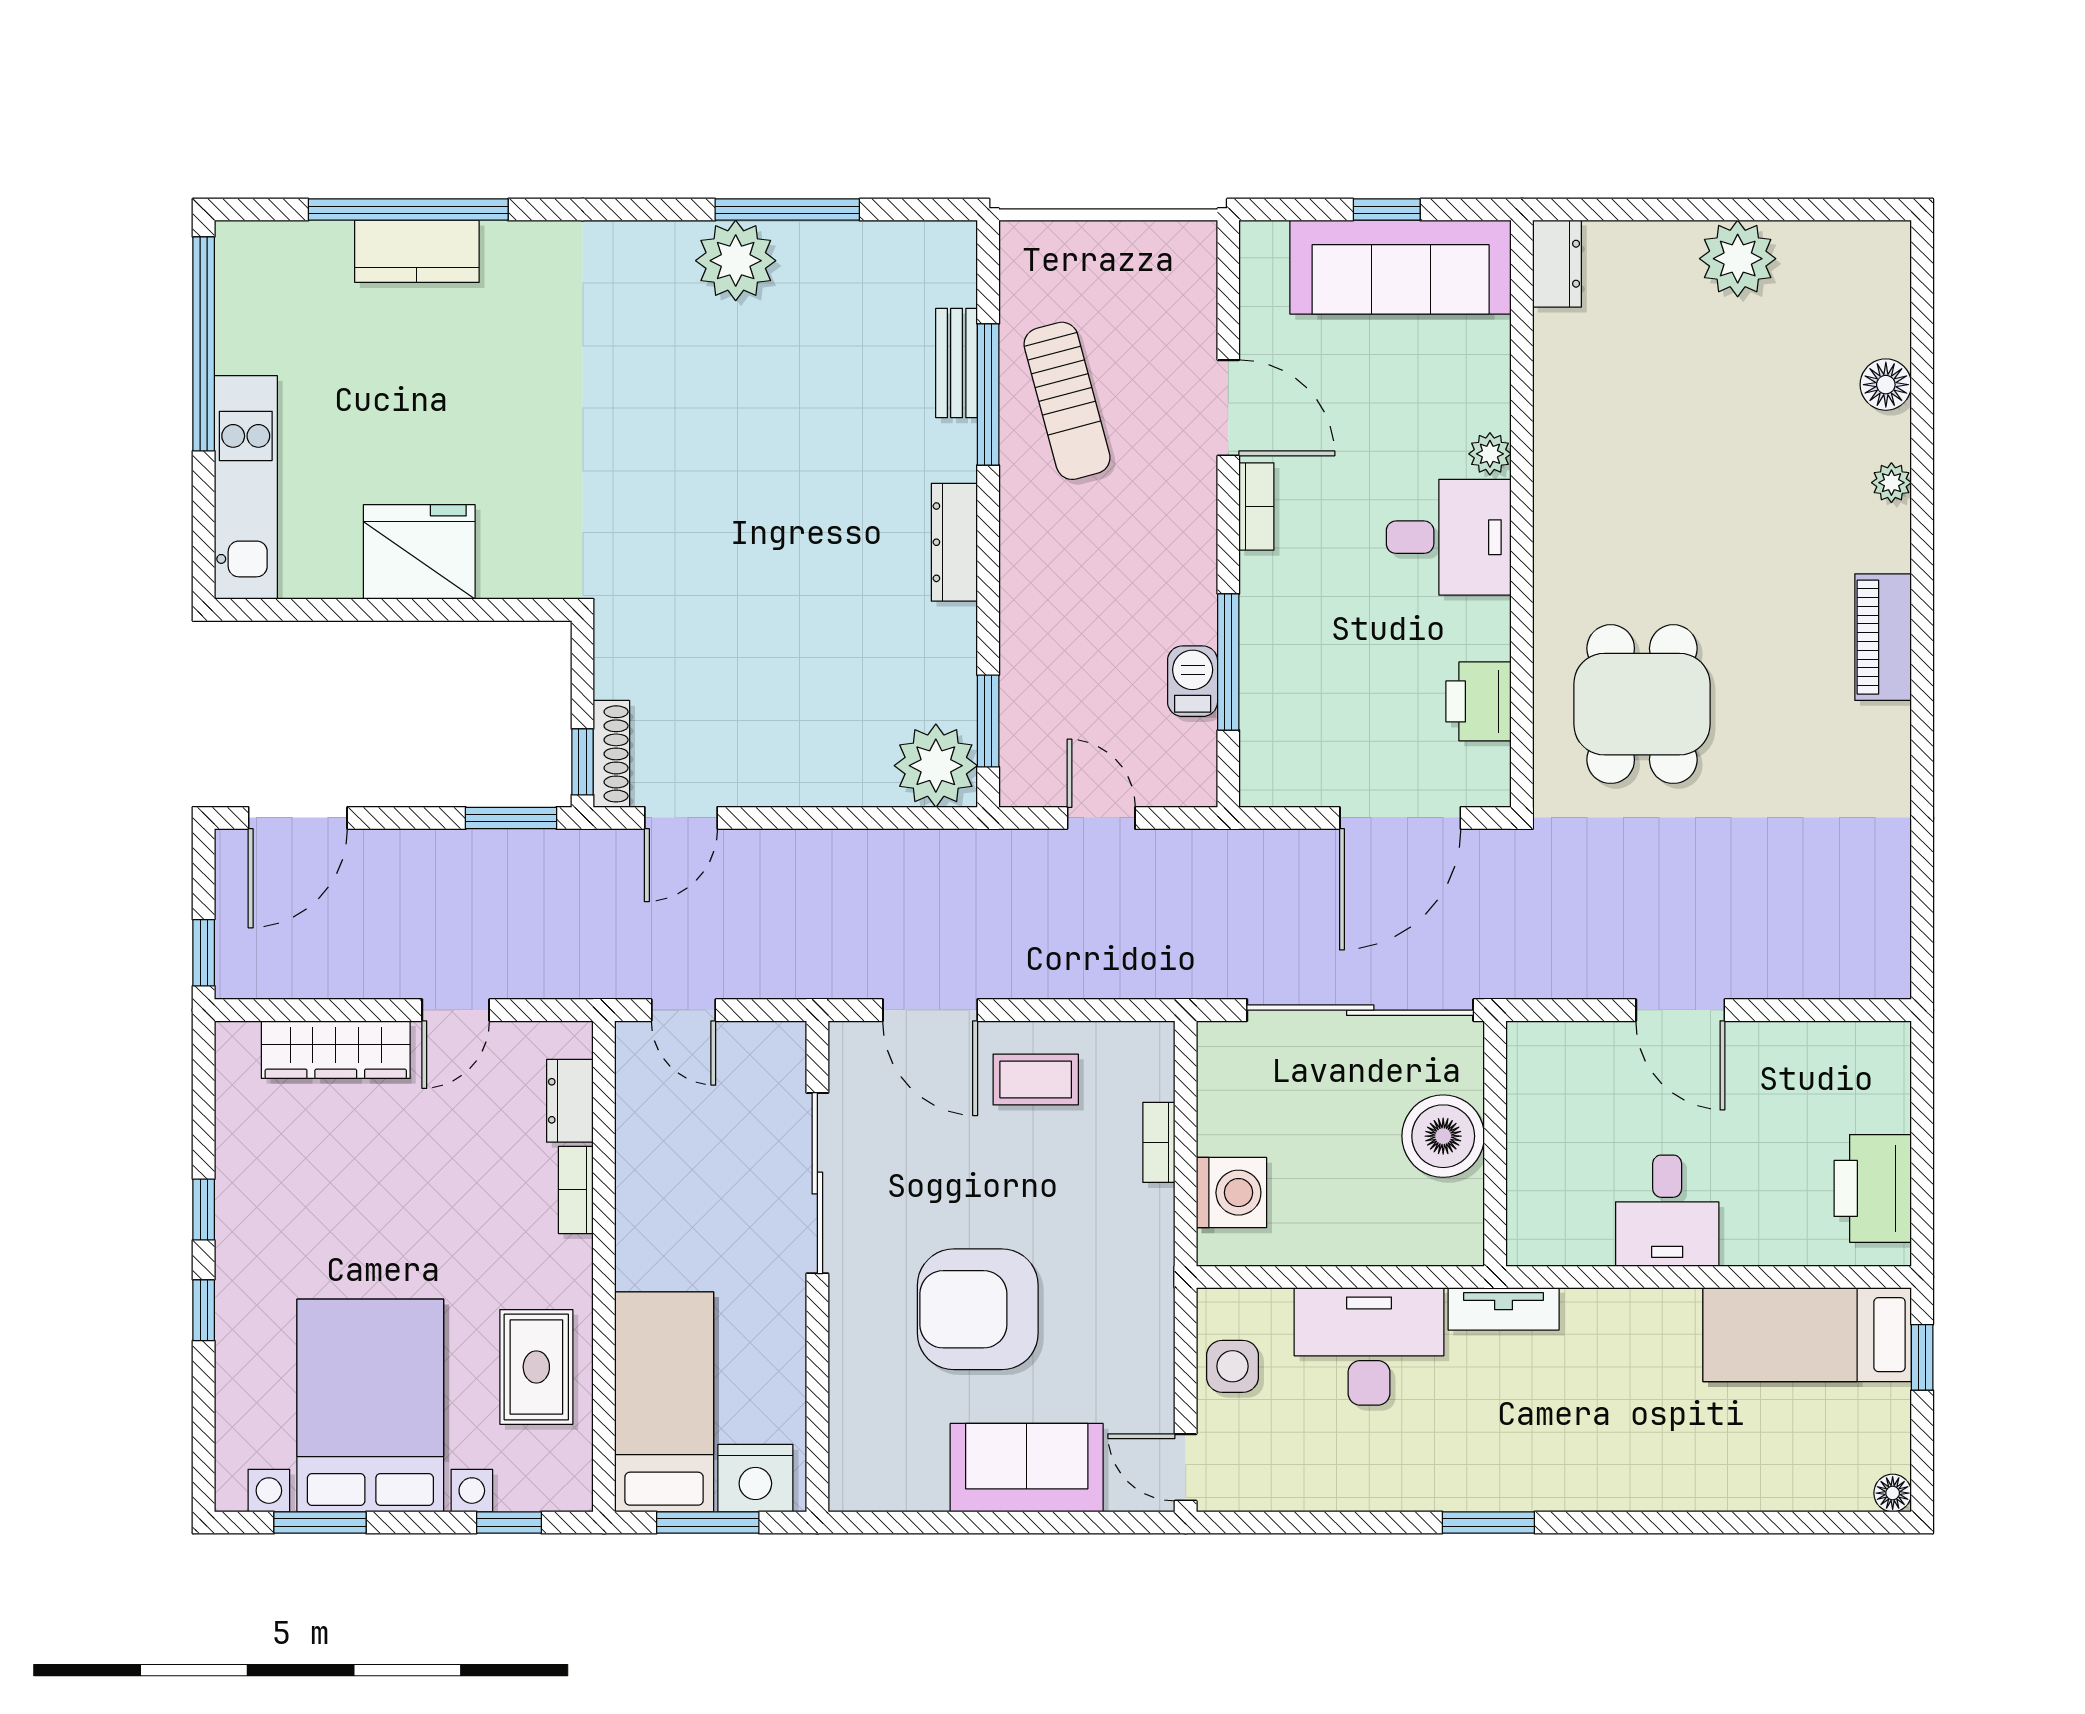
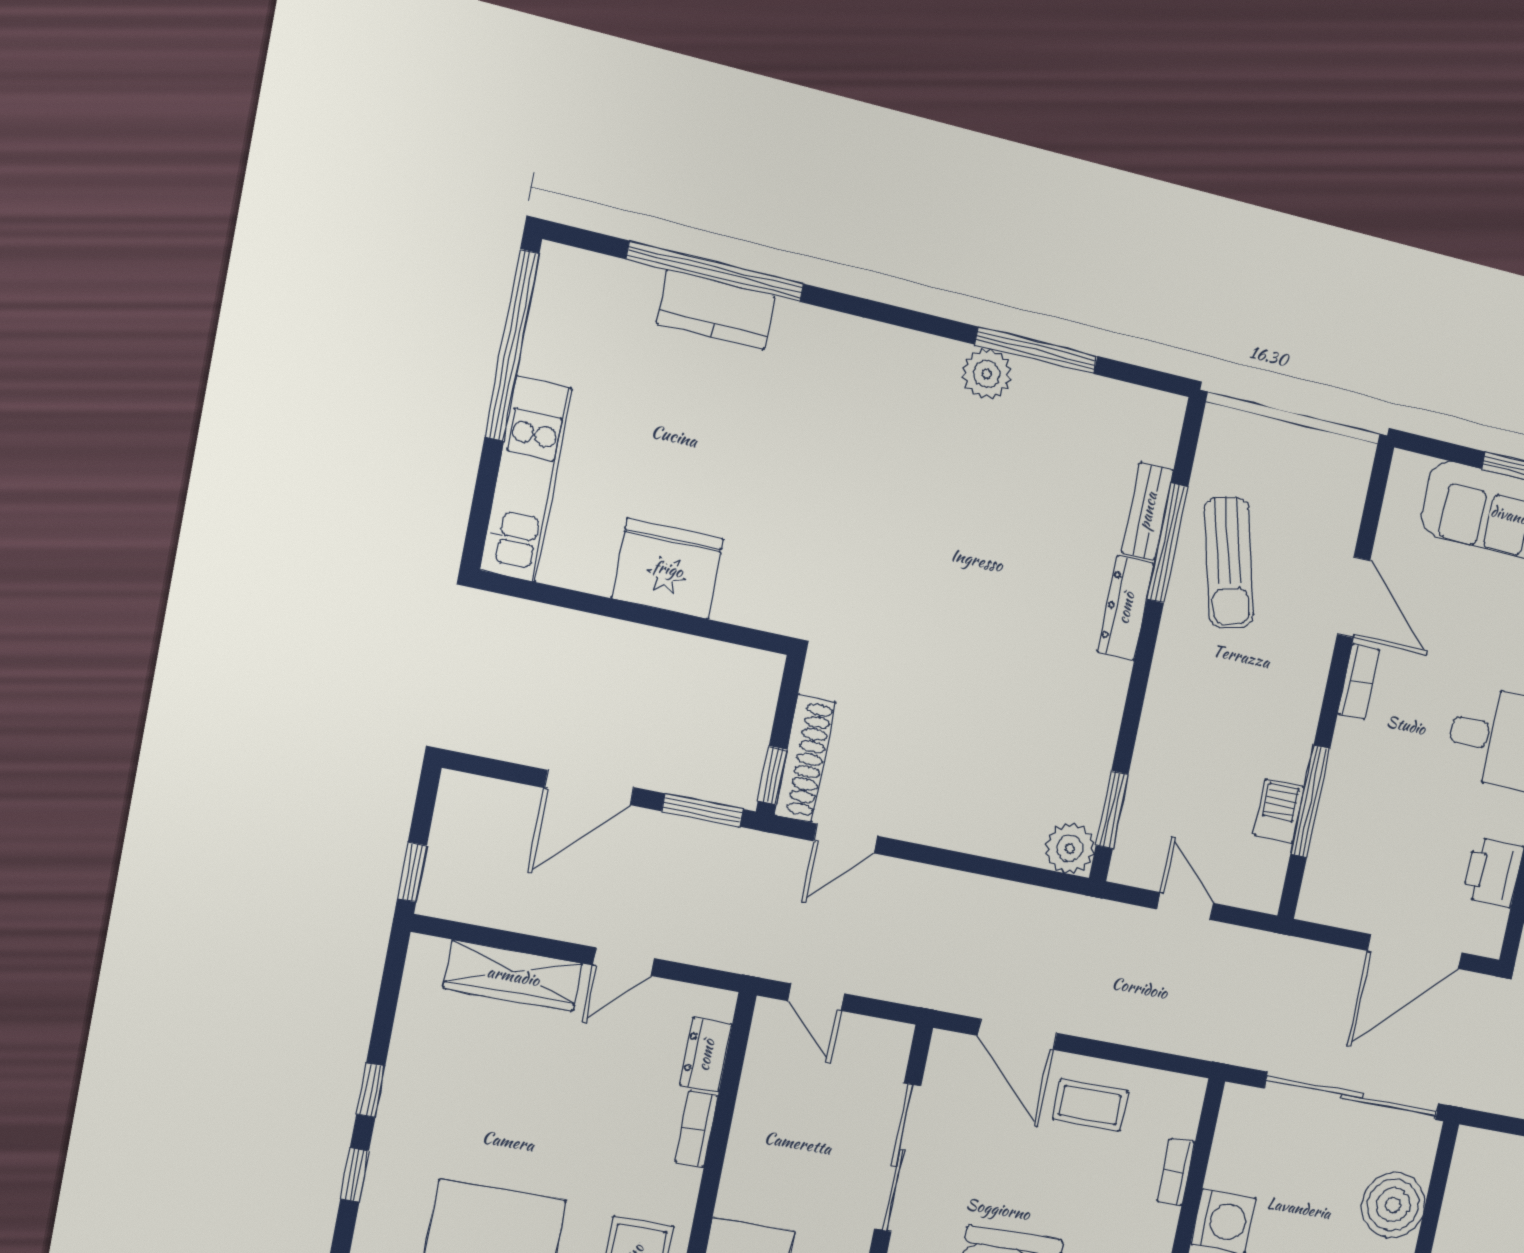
plant: (736, 261) -> (987, 374), width x0.73, depth x0.73
dresser: (954, 542) -> (1126, 608), moved
shoe rack: (611, 754) -> (805, 758), width x1.36, depth x1.24
plant: (936, 766) -> (1070, 848), width x0.73, depth x0.73
door: (298, 818) -> (589, 788), moved

